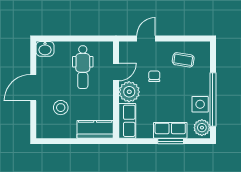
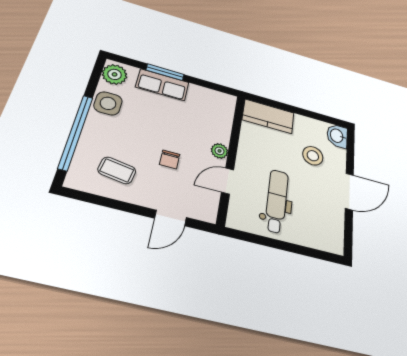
washbasin: (45, 49) -> (337, 136), moved, turned -90
plant: (129, 92) -> (219, 151), width x0.53, depth x0.53
window: (213, 99) -> (76, 132), moved
row of seats: (127, 121) -> (222, 114), removed

